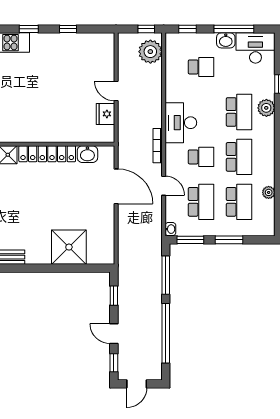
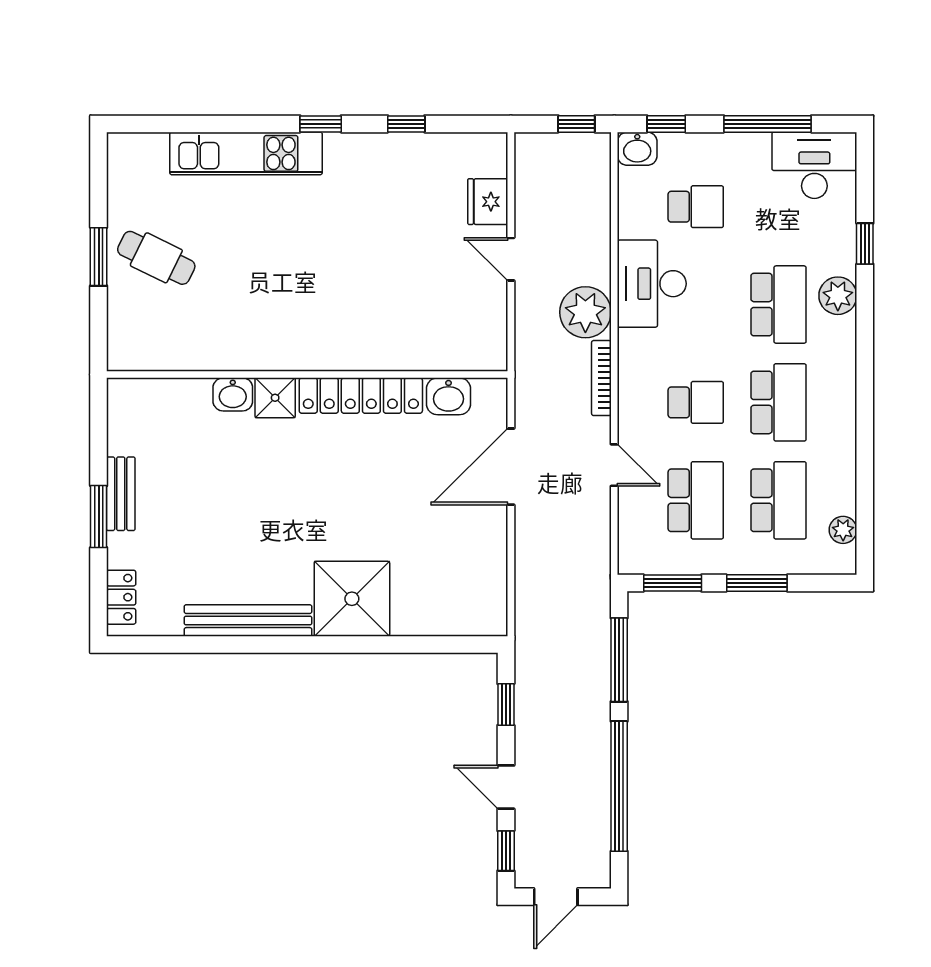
washbasin: (226, 40) -> (637, 149), moved
plant: (150, 52) -> (585, 312), moved
fridge: (105, 114) -> (488, 202), moved
desk: (181, 123) -> (652, 284), moved
door: (116, 186) -> (511, 467), swing flipped
plant: (269, 192) -> (843, 530), moved
washbasin: (170, 229) -> (629, 560), removed
shower: (69, 247) -> (352, 599), moved

